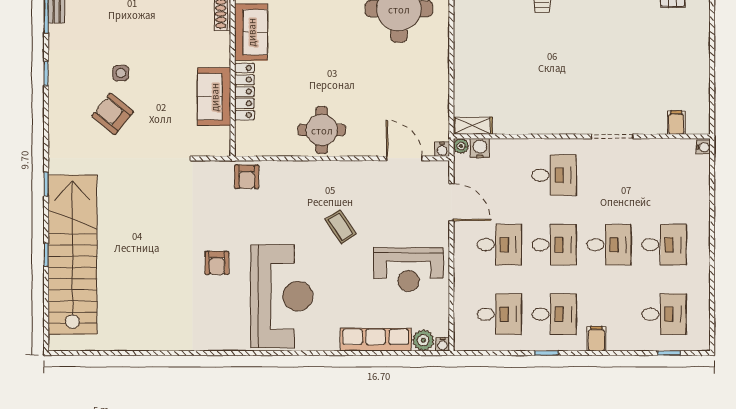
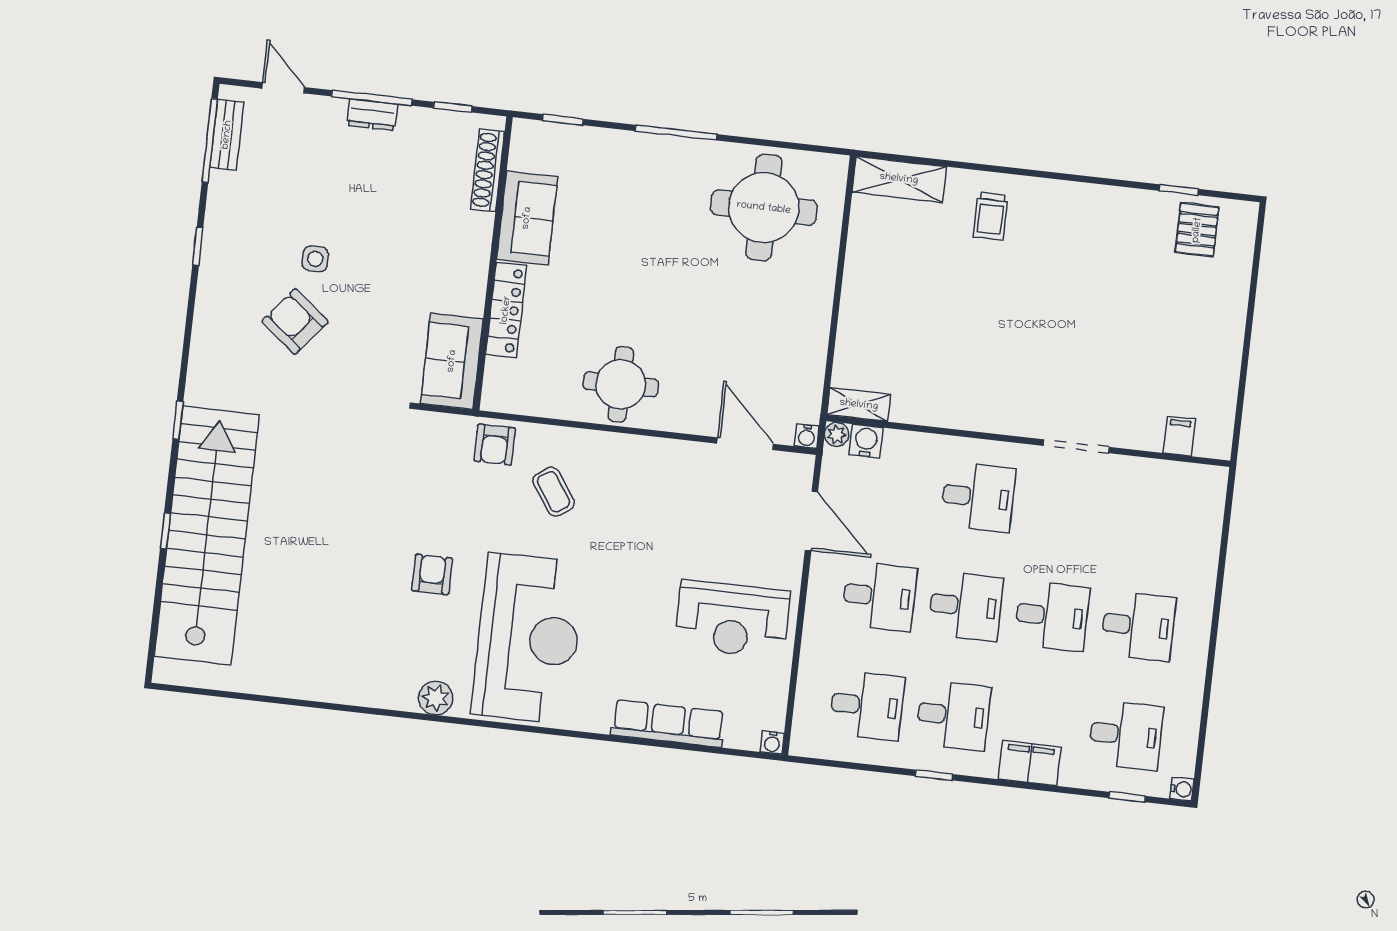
sofa: (214, 97) -> (452, 361), moved
water cooler: (703, 147) -> (1182, 789), moved
coffee table: (341, 227) -> (554, 492), moved
armchair: (217, 263) -> (432, 574), turned 180
filing cabinet: (596, 339) -> (1030, 763), width x2.00
plant: (423, 340) -> (436, 698), moved

